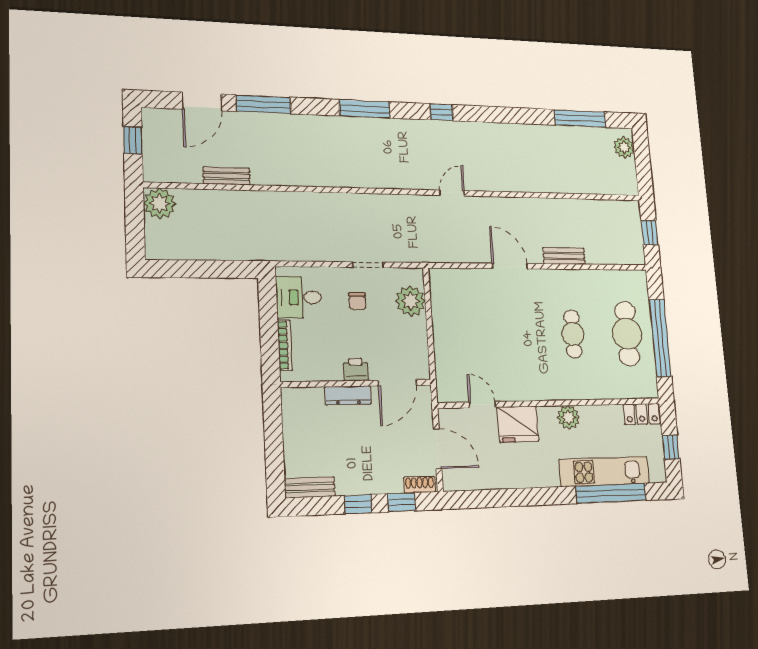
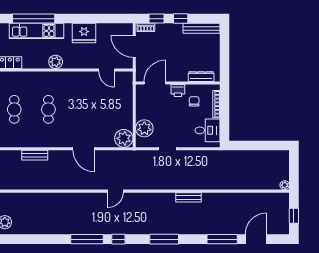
window: (580, 118) -> (87, 239), moved
bench: (227, 176) -> (188, 197), moved
plant: (160, 203) -> (285, 185), width x0.53, depth x0.53
bench: (564, 256) -> (35, 155), moved
plant: (444, 284) -> (124, 138), added
chair: (357, 301) -> (194, 101), moved
cafe table: (627, 334) -> (14, 109), width x0.73, depth x0.74
dresser: (348, 395) -> (201, 77), moved
fridge: (518, 424) -> (84, 33), moved, turned 180
bench: (310, 487) -> (201, 28), width x1.36

